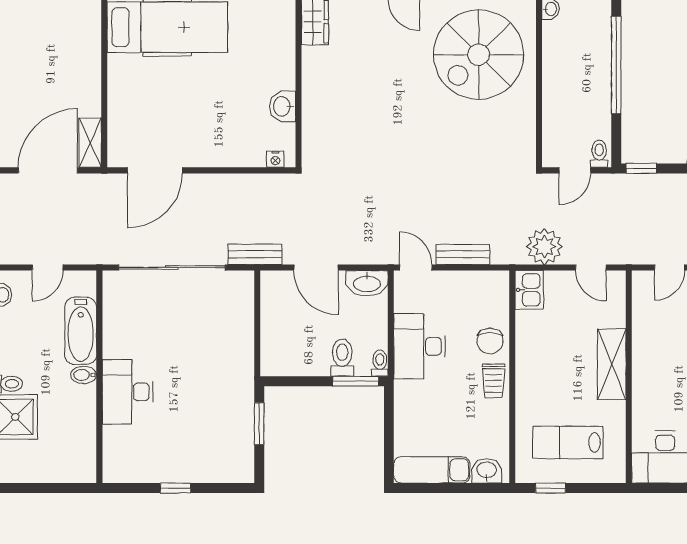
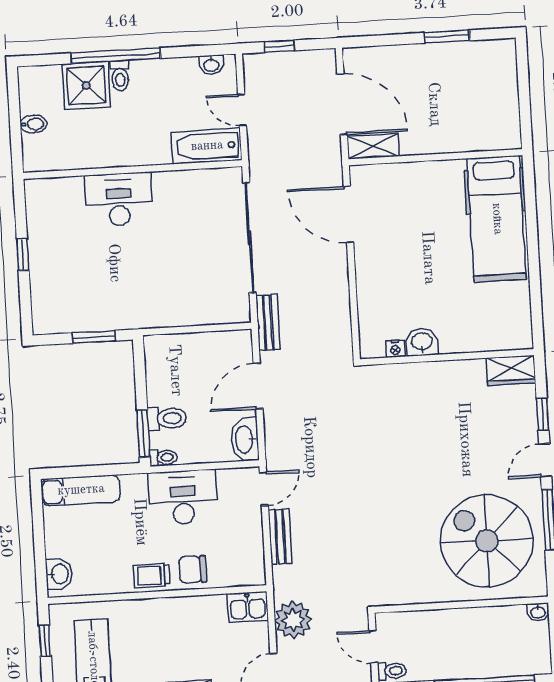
nightstand: (275, 159) -> (395, 349), moved, turned -90
bathtub: (81, 331) -> (207, 146), moved
bidet: (84, 375) -> (33, 124), moved, turned 90
exam couch: (432, 470) -> (81, 490), moved, turned 90

